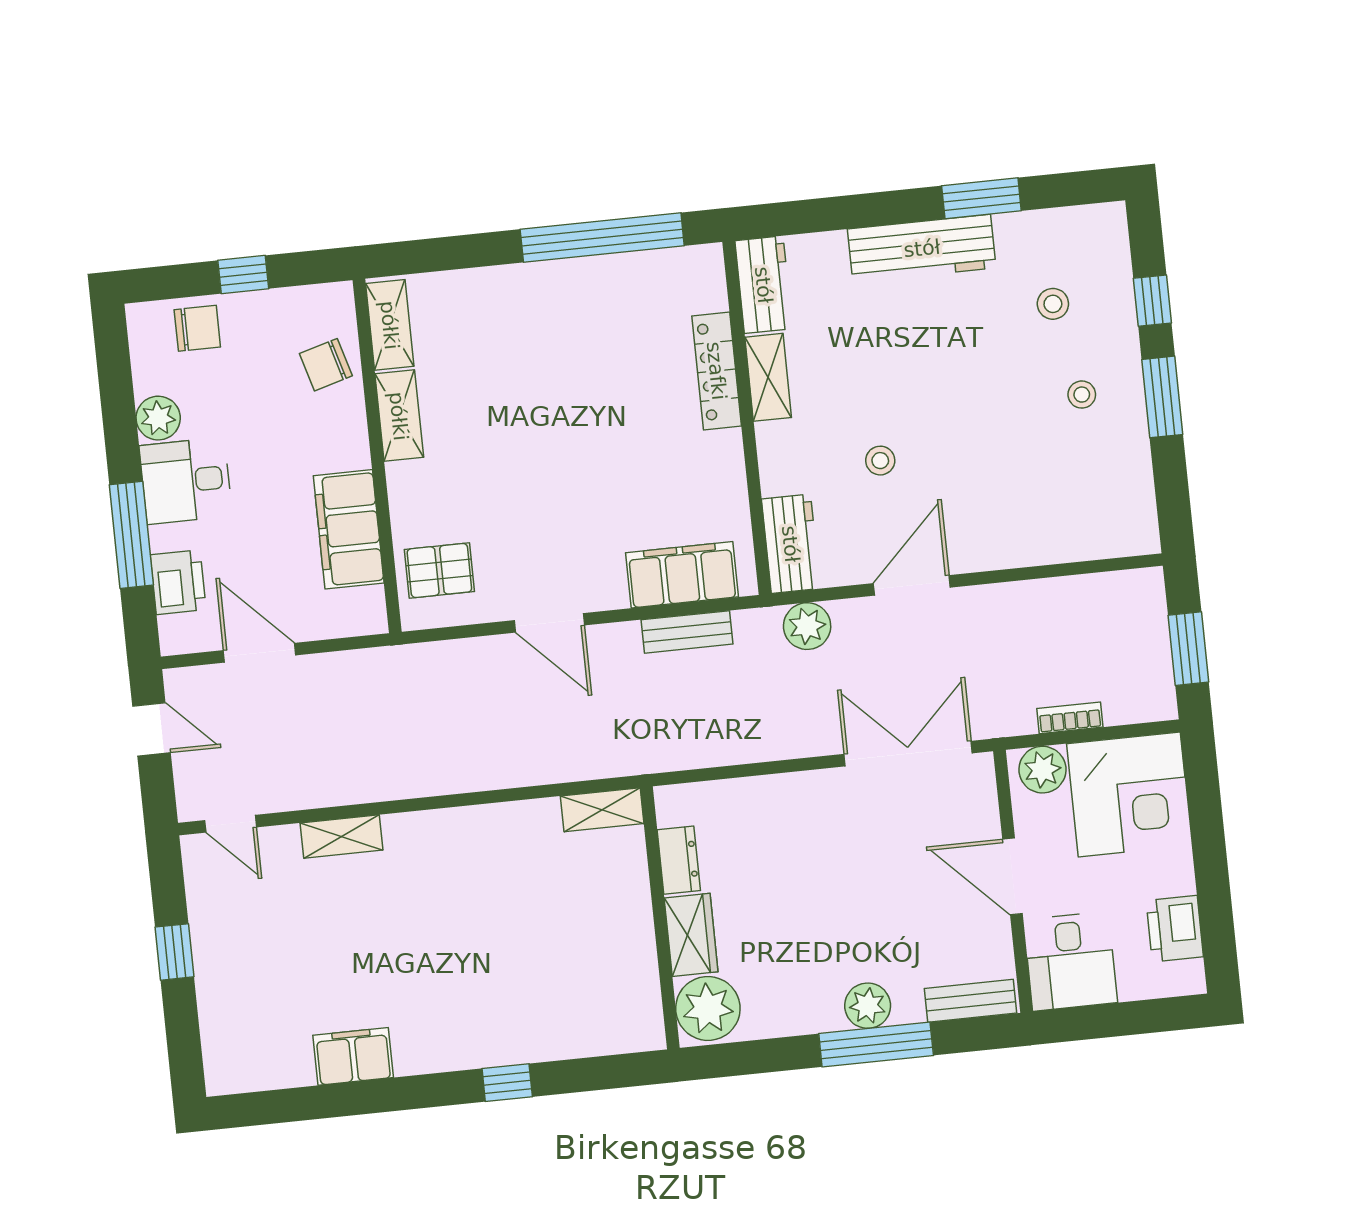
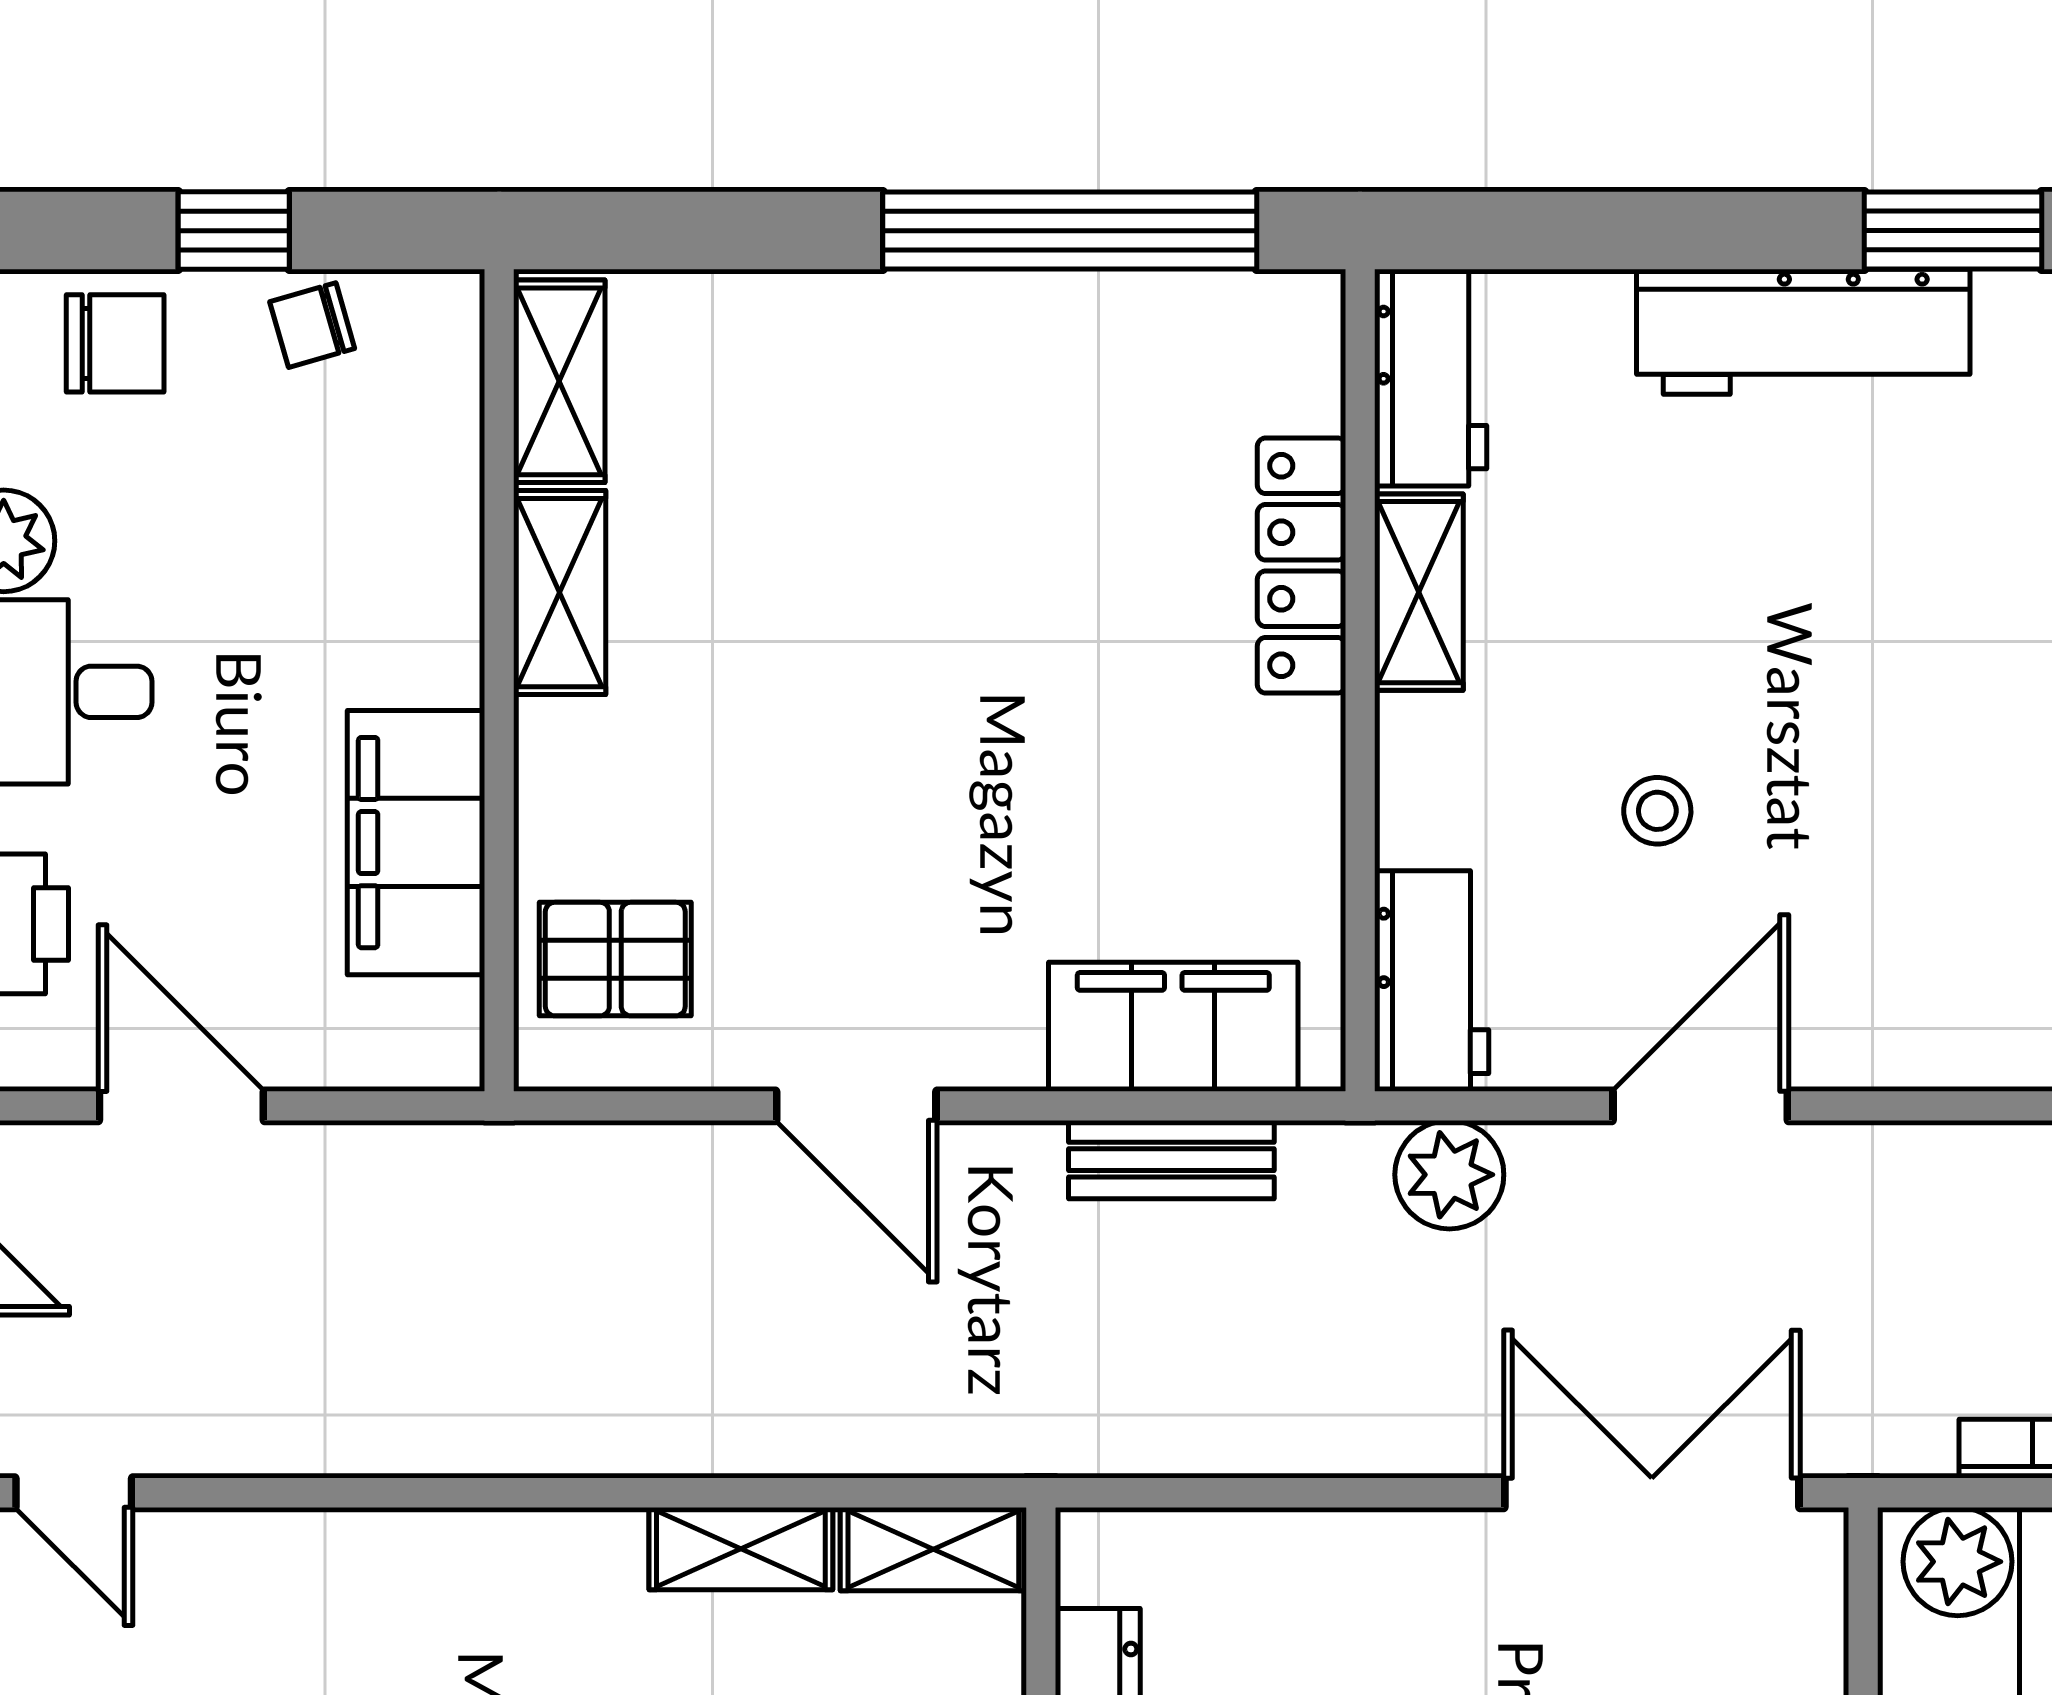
chair: (326, 365) -> (312, 325), moved, width x0.73, depth x0.73
shelving: (341, 836) -> (741, 1549), moved

